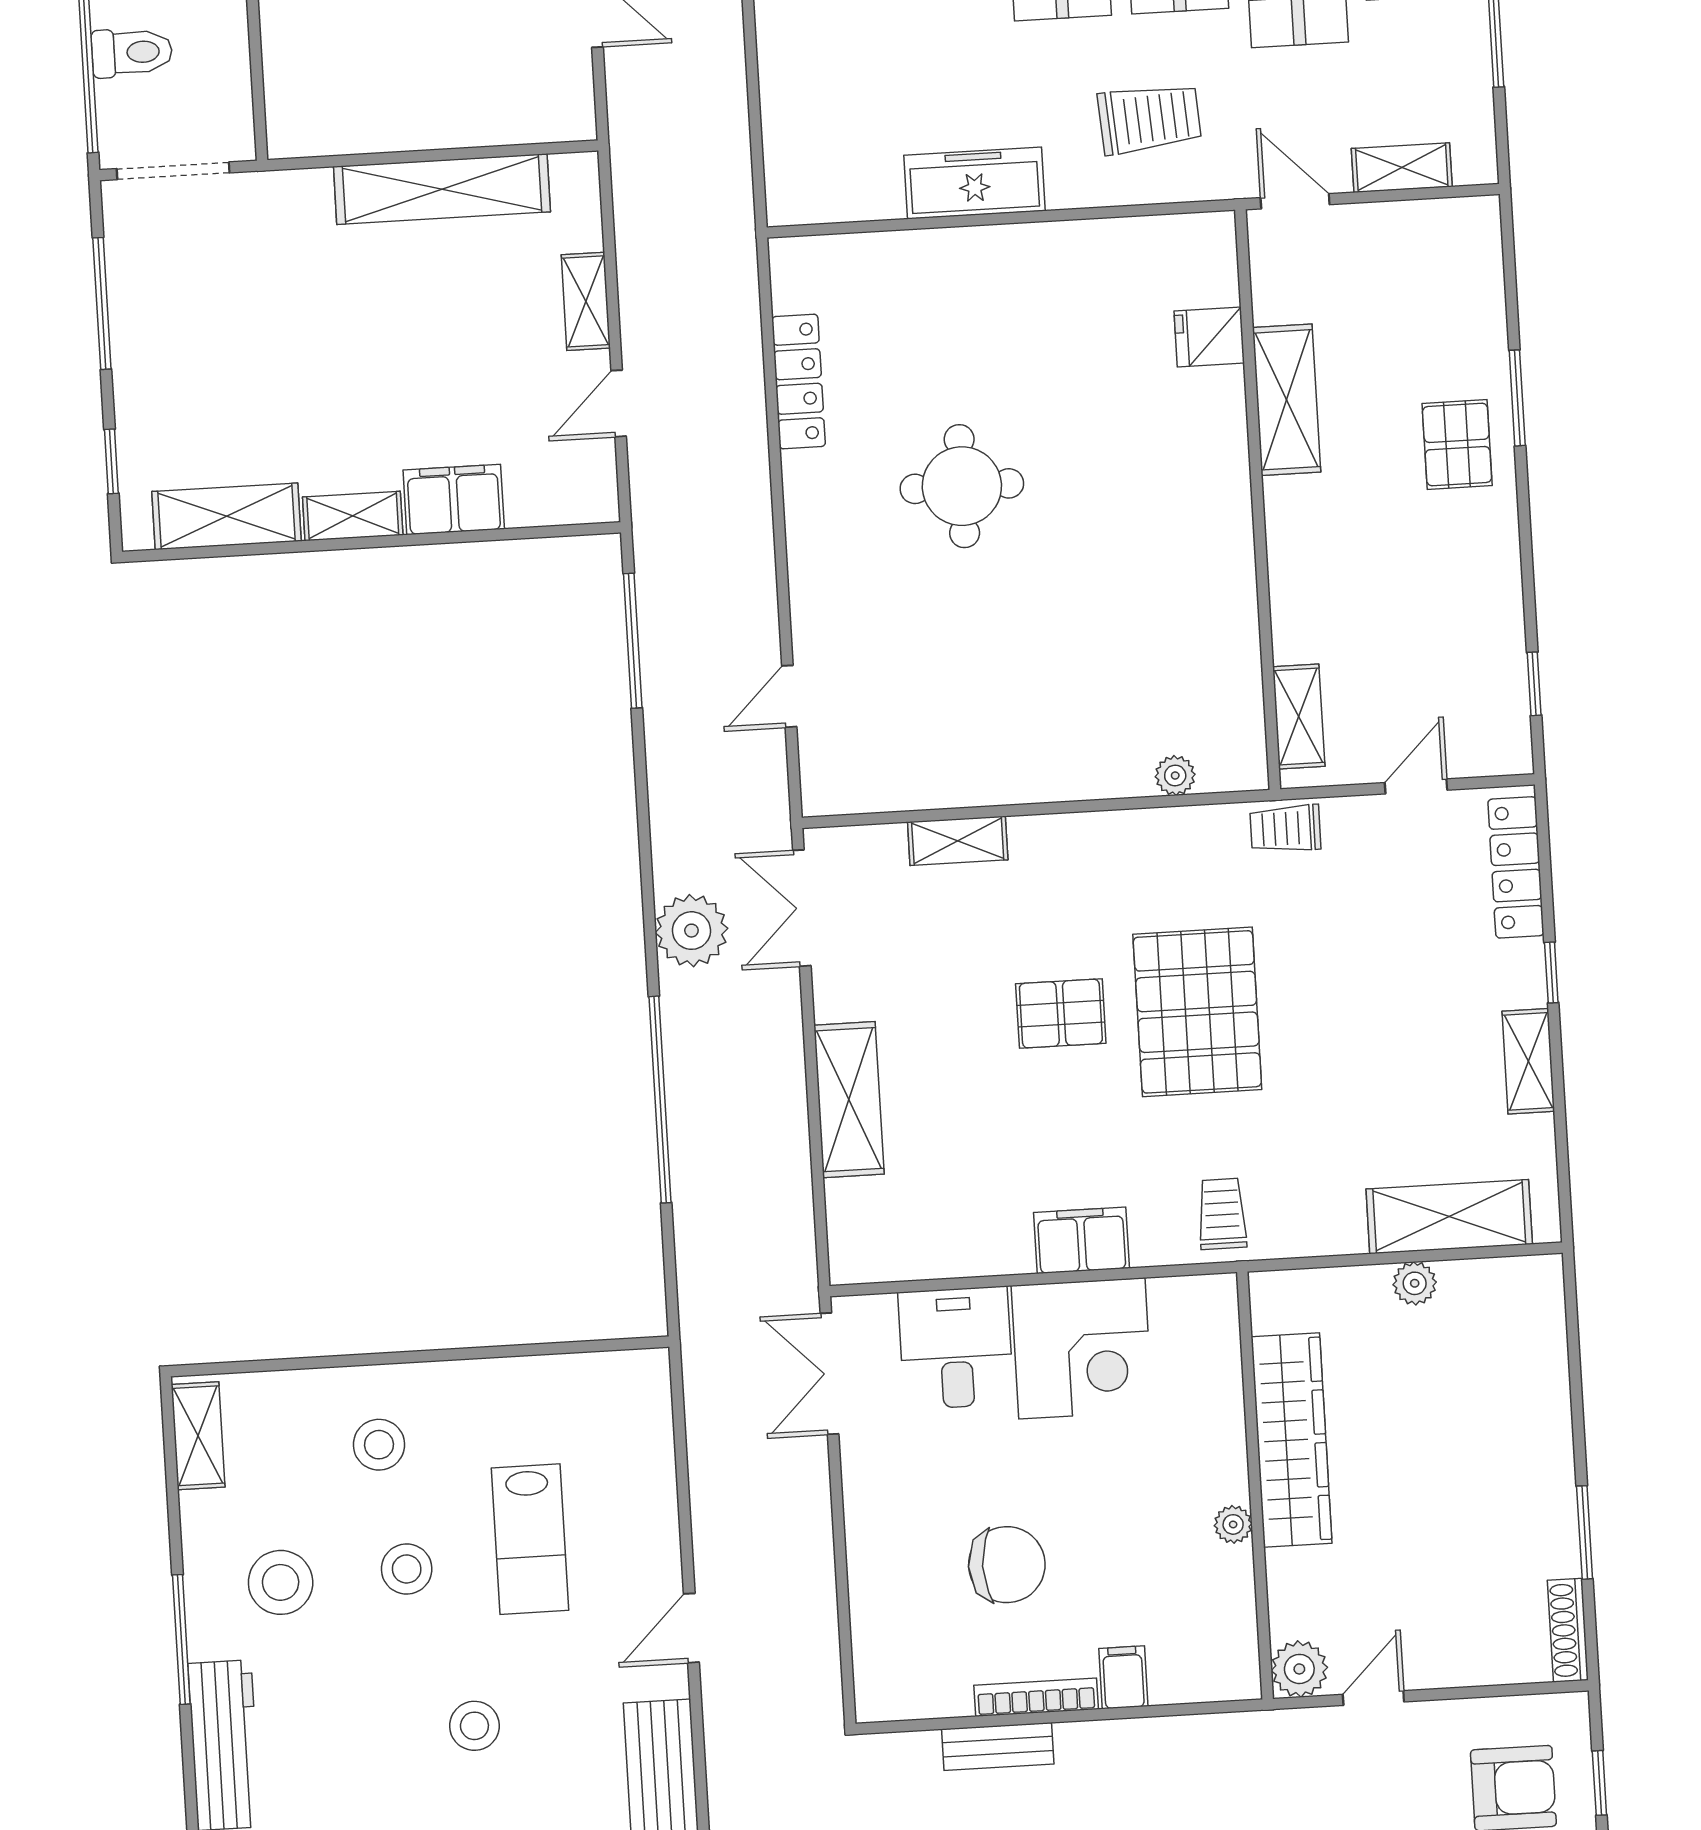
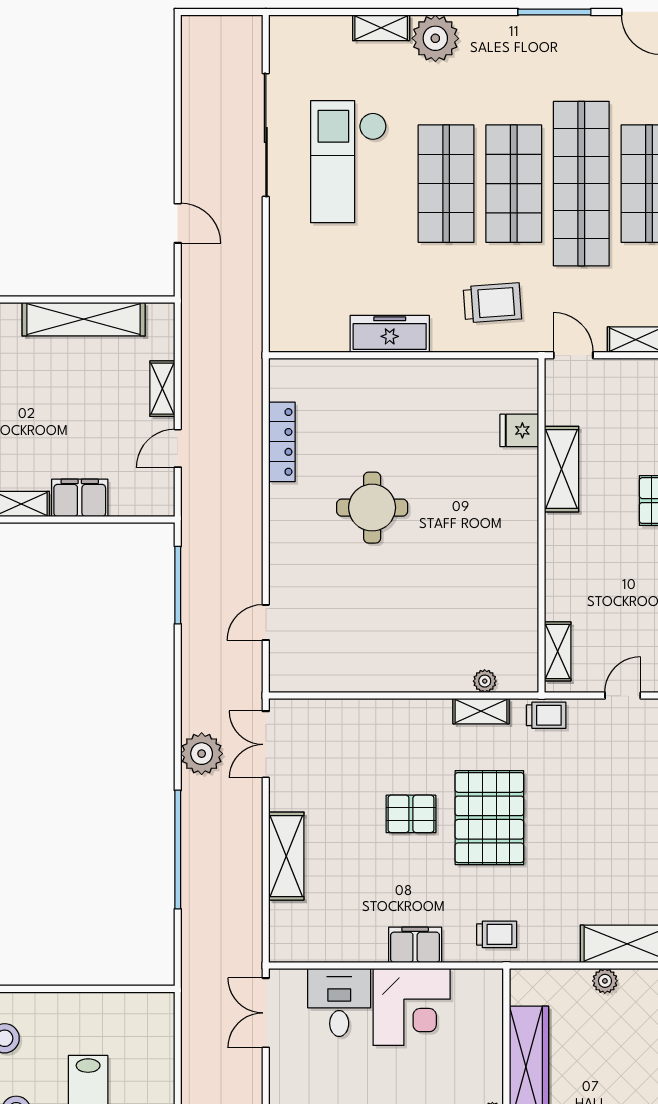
trolley: (1285, 829) -> (546, 715), turned 180
shelving: (958, 841) -> (481, 711), moved
trolley: (1222, 1214) -> (497, 934), turned 90

